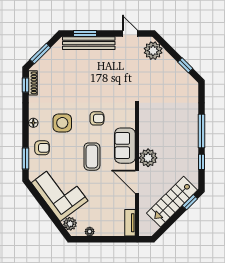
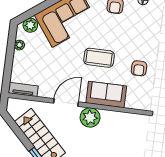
side table: (62, 123) -> (139, 31), removed

